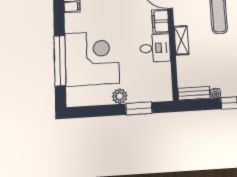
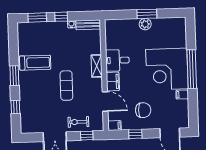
corner desk: (92, 58) -> (167, 69), moved
window: (60, 61) -> (192, 69), moved
window: (139, 108) -> (147, 14), moved

